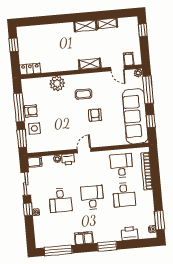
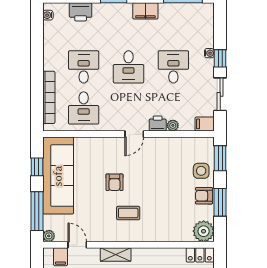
plant: (57, 83) -> (204, 231), moved
window: (19, 107) -> (220, 202), width x0.69
window: (159, 220) -> (37, 27), removed

